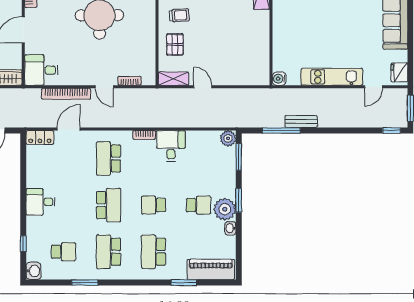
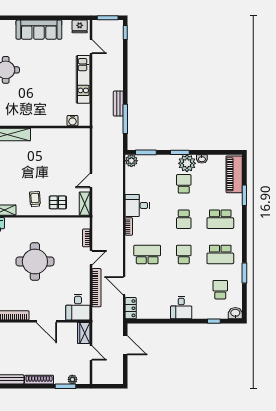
water cooler: (279, 79) -> (73, 121), moved
school desk: (108, 158) -> (147, 254), turned 180
school desk: (108, 205) -> (184, 254), width x0.54

